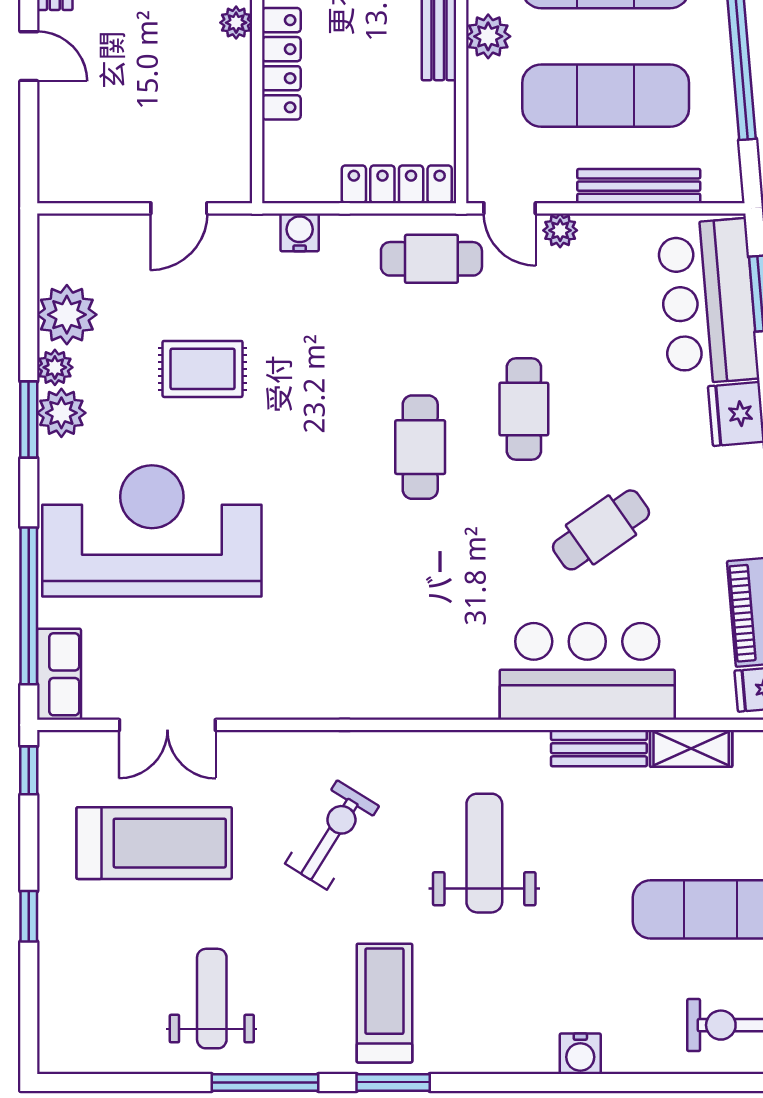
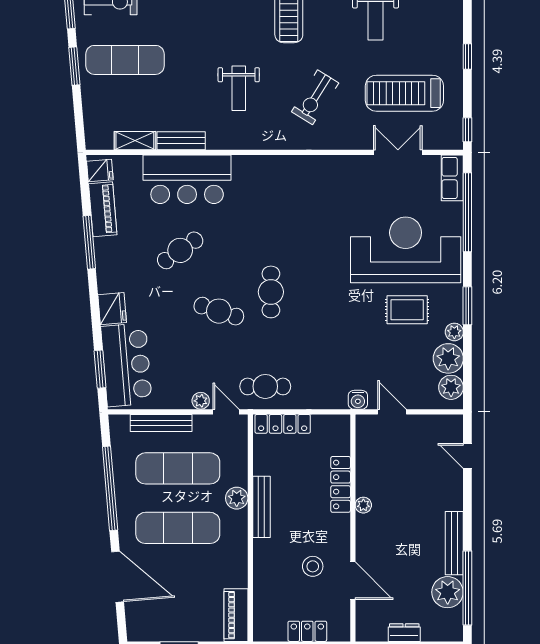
door: (29, 56) -> (467, 456), moved
door: (179, 208) -> (392, 412), hinge flipped
water cooler: (300, 232) -> (358, 400), moved
rug: (203, 369) -> (407, 310), moved
cafe table: (524, 409) -> (219, 311), turned -72
plant: (61, 413) -> (451, 387), moved
reception desk: (152, 531) -> (406, 250), turned 180
weight bench: (484, 853) -> (239, 88), width x0.73, depth x0.75

